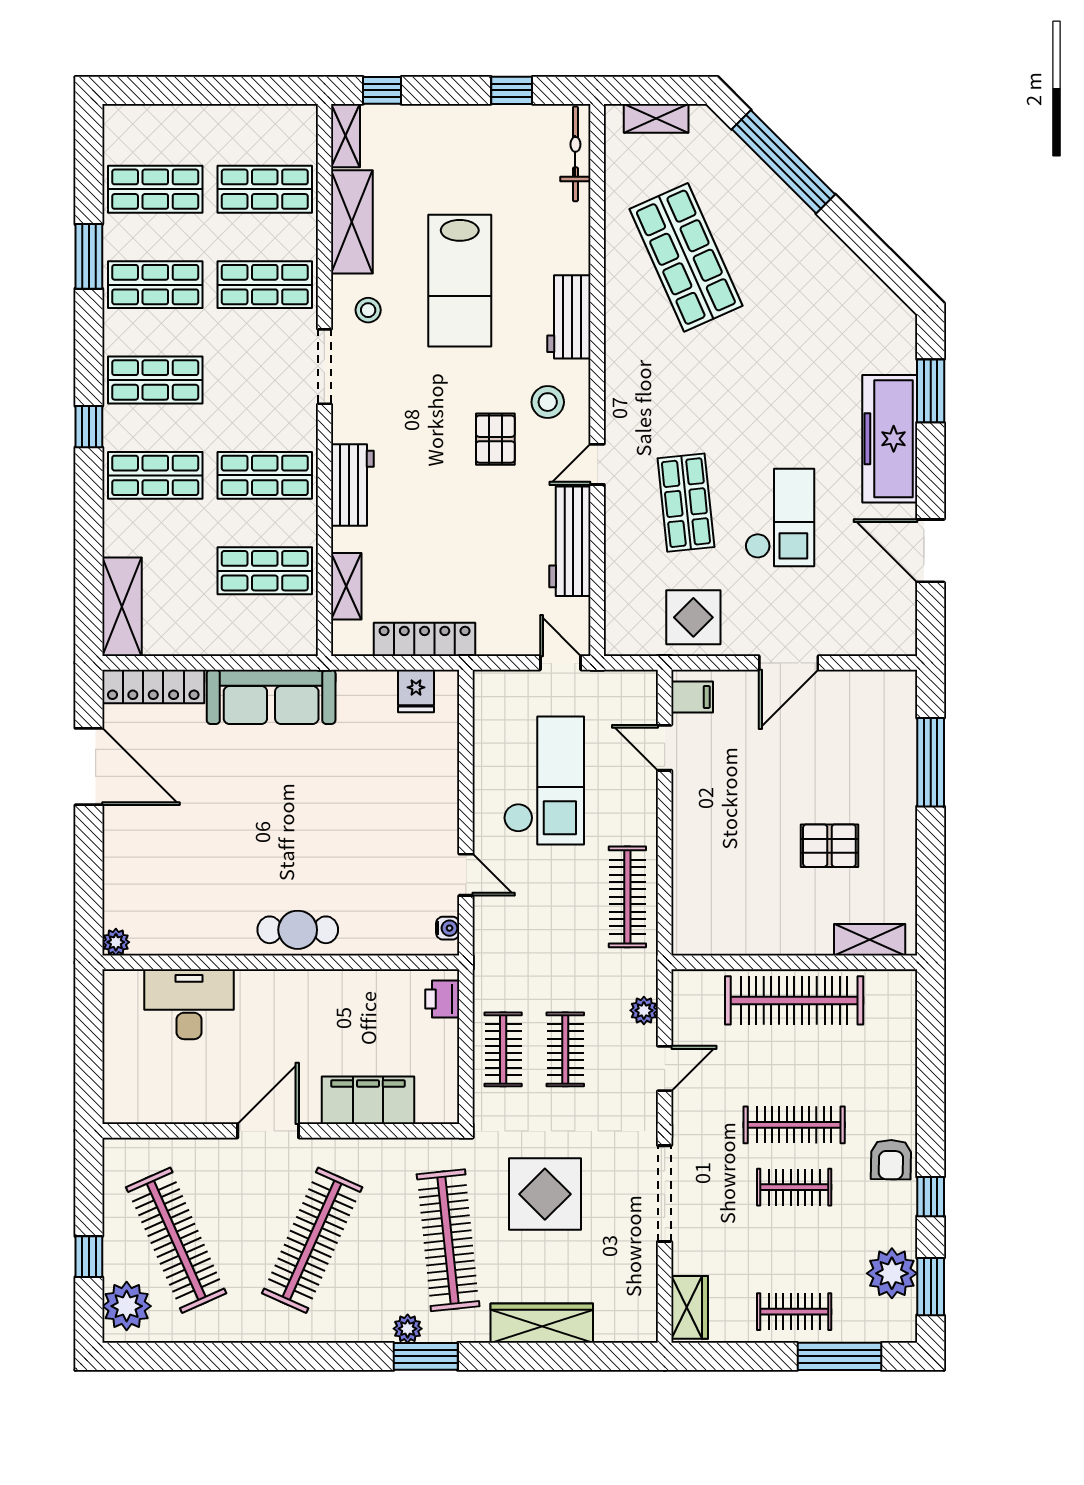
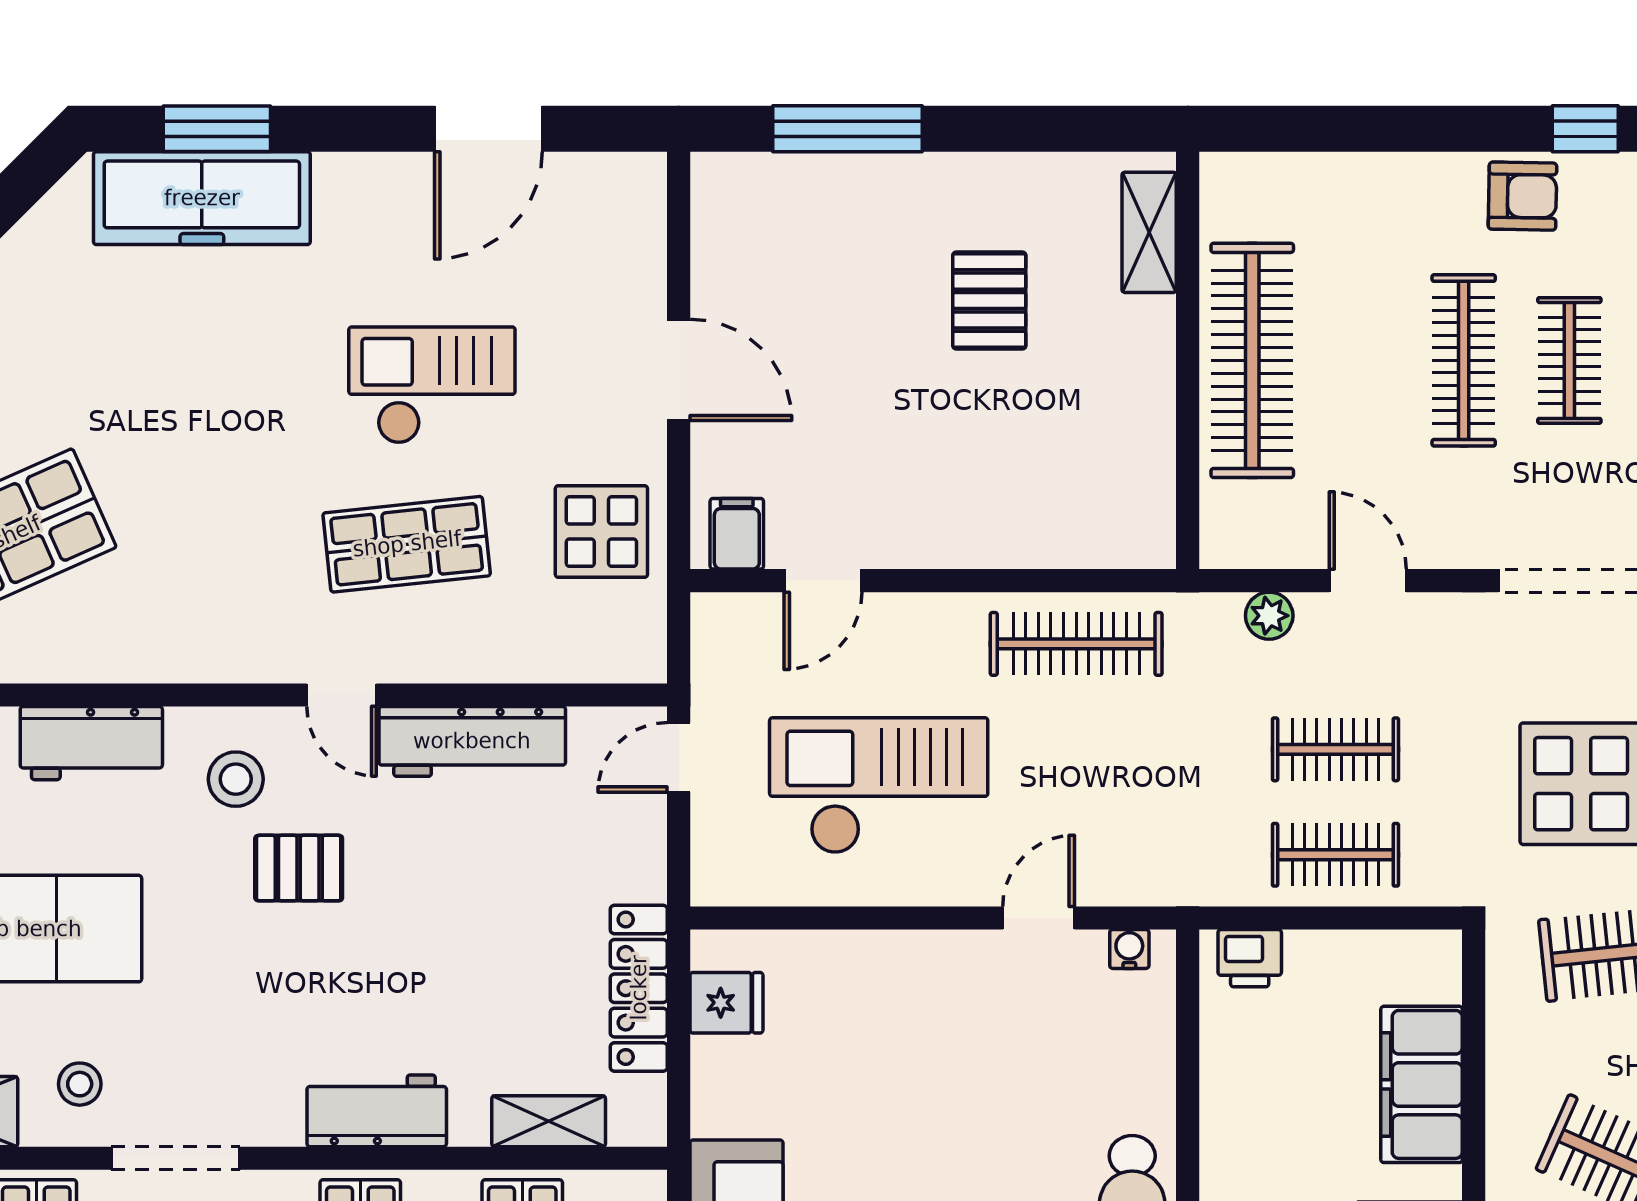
freezer: (890, 439) -> (202, 198), moved

